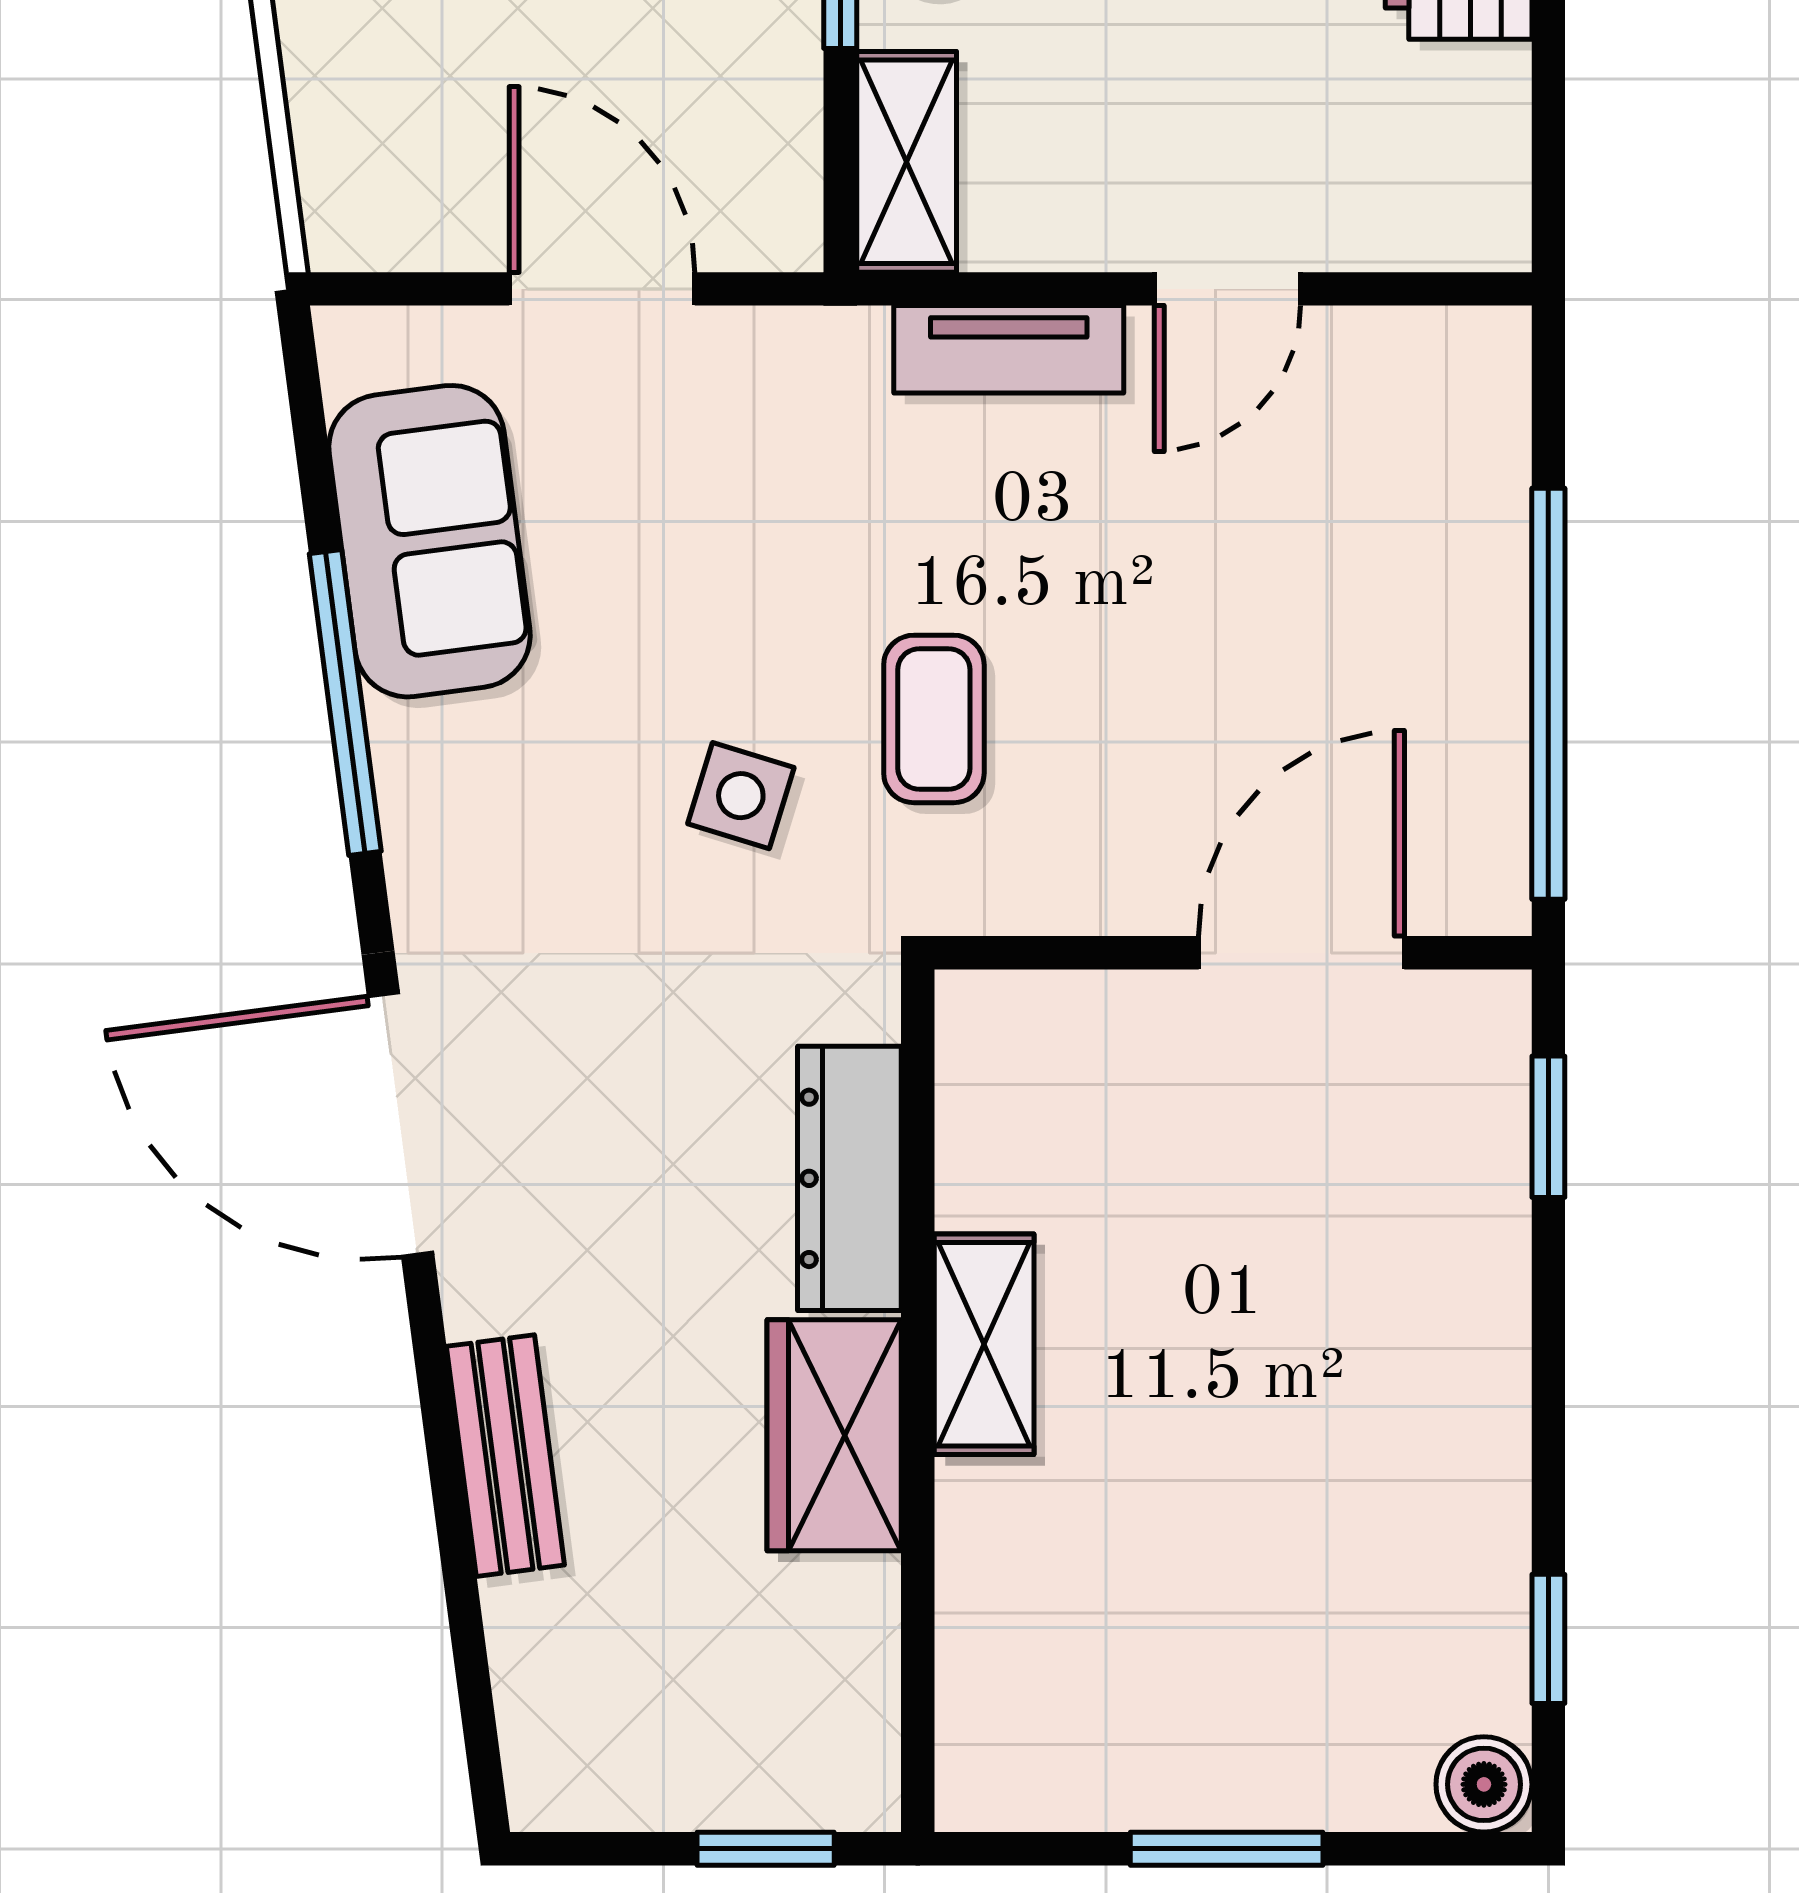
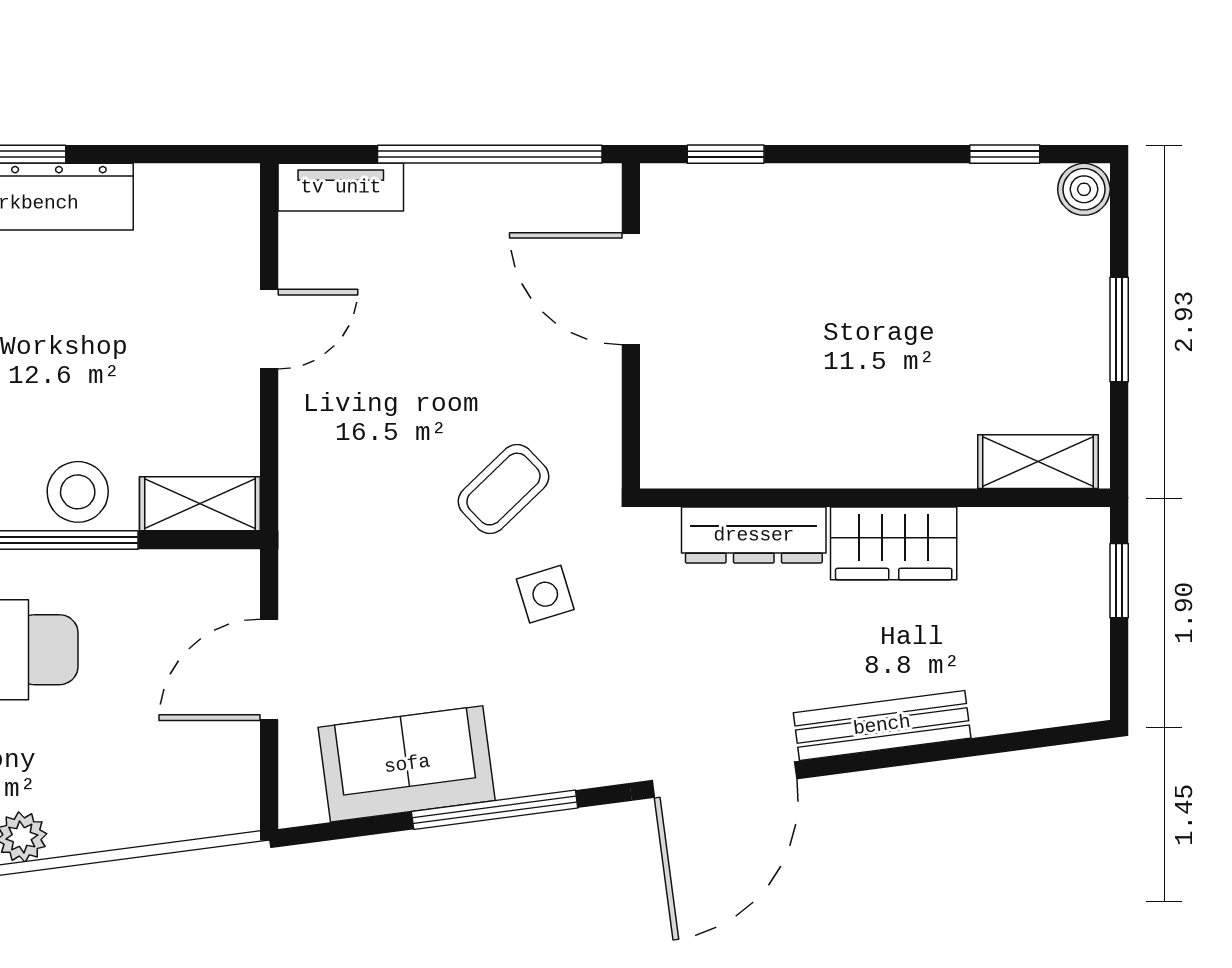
door: (1227, 289) -> (269, 329), hinge flipped
tv unit: (1009, 349) -> (341, 187), moved, turned 90
coffee table: (934, 719) -> (503, 489), turned -44
side table: (741, 796) -> (545, 594), turned -34
shelving: (984, 1344) -> (1038, 462), moved
bench: (505, 1456) -> (882, 725), width x1.36

